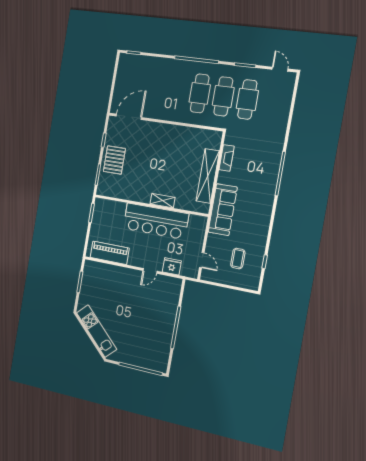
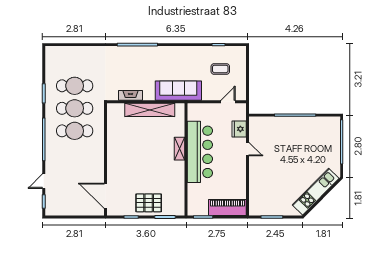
door: (280, 69) -> (44, 181), moved
piano: (110, 253) -> (227, 208), moved, turned 90

